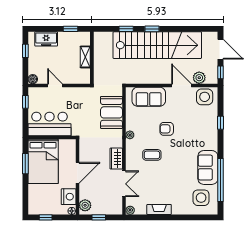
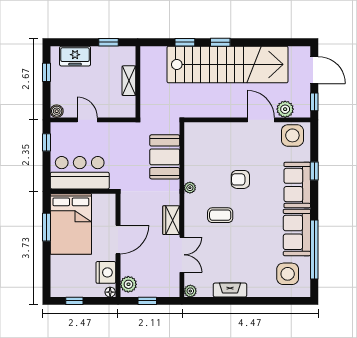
sofa: (149, 97) -> (297, 185), moved, turned 90

